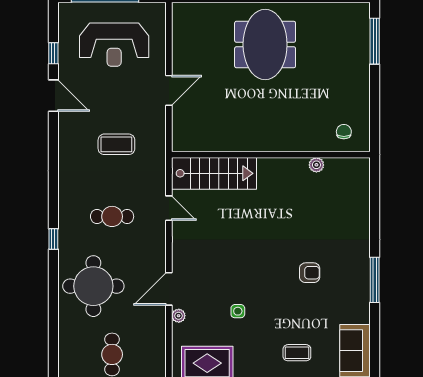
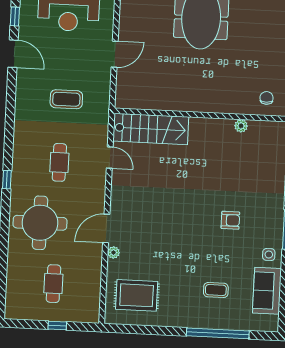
cafe table: (112, 216) -> (59, 162), turned 90
side table: (238, 311) -> (269, 255), moved

